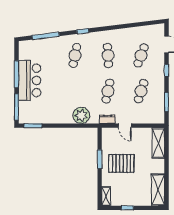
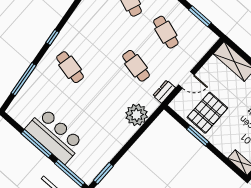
cafe table: (108, 55) -> (100, 34), removed
pallet: (121, 163) -> (207, 113), moved

